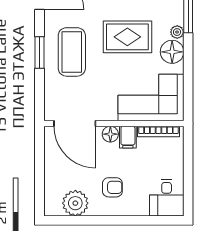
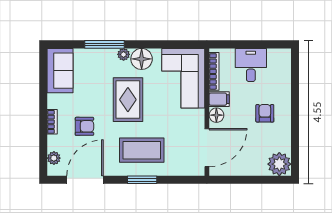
desk: (167, 198) -> (251, 65), moved, turned -90
plant: (75, 203) -> (279, 164), moved

